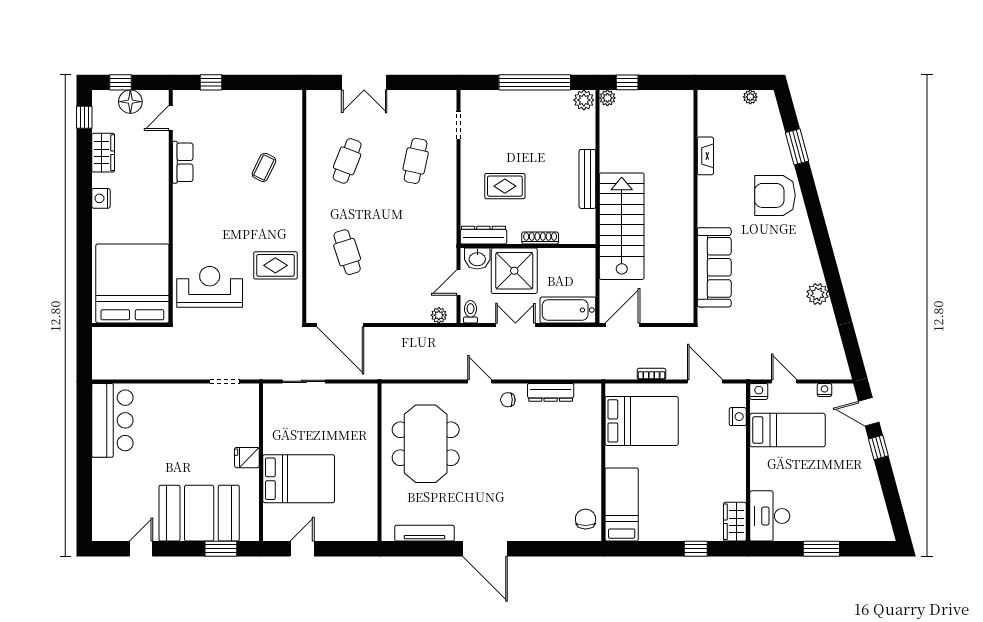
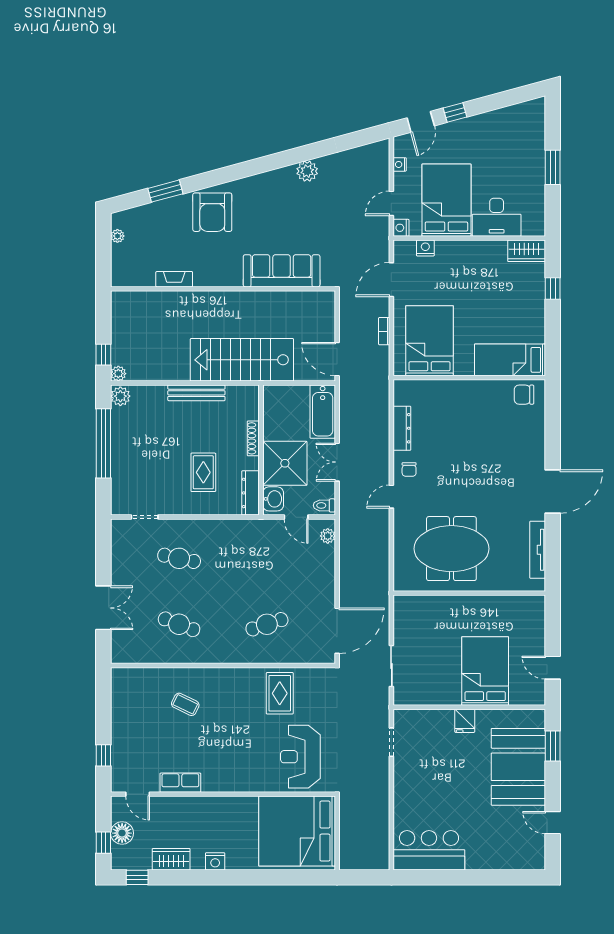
bed: (787, 430) -> (446, 200), width x1.50
desk: (770, 516) -> (497, 217), moved

